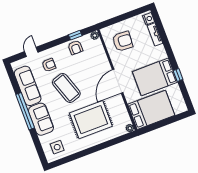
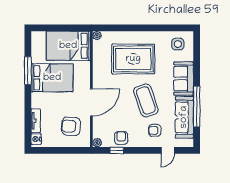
window: (178, 75) -> (28, 71), width x2.17
door: (118, 81) -> (91, 102), moved
window: (25, 111) -> (197, 107), moved

